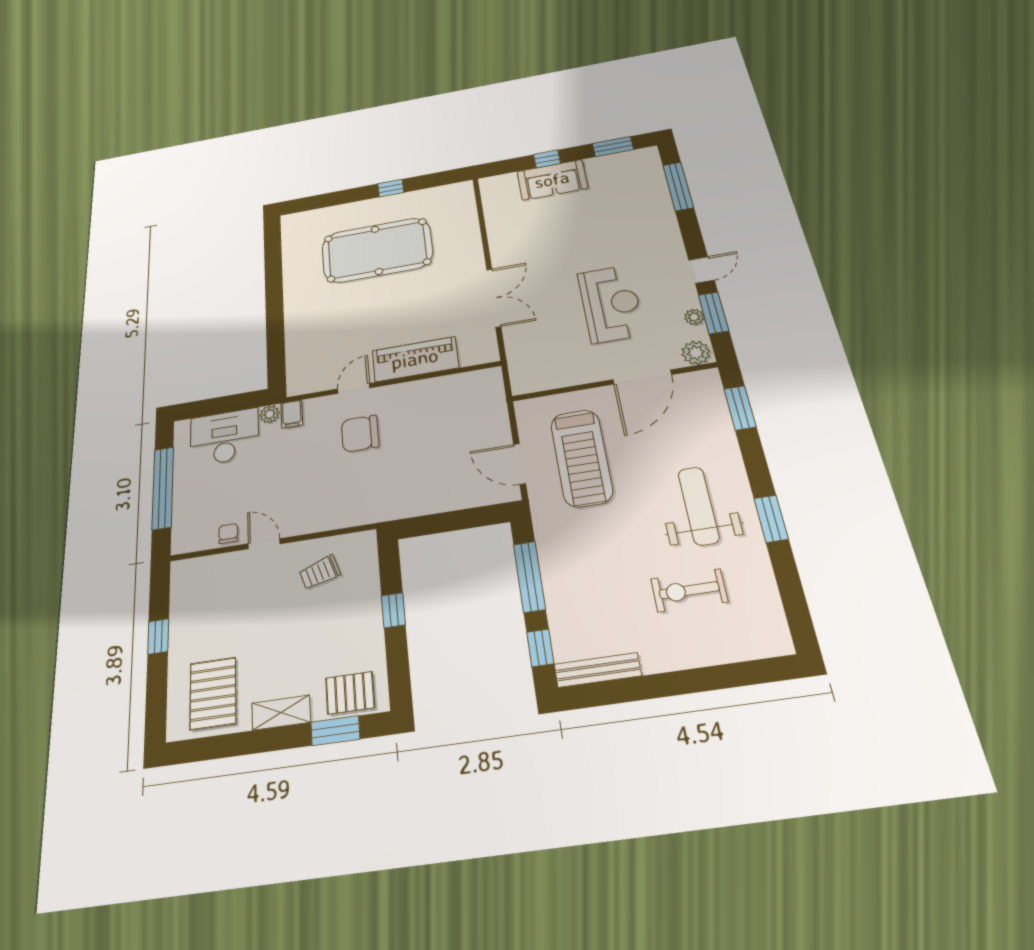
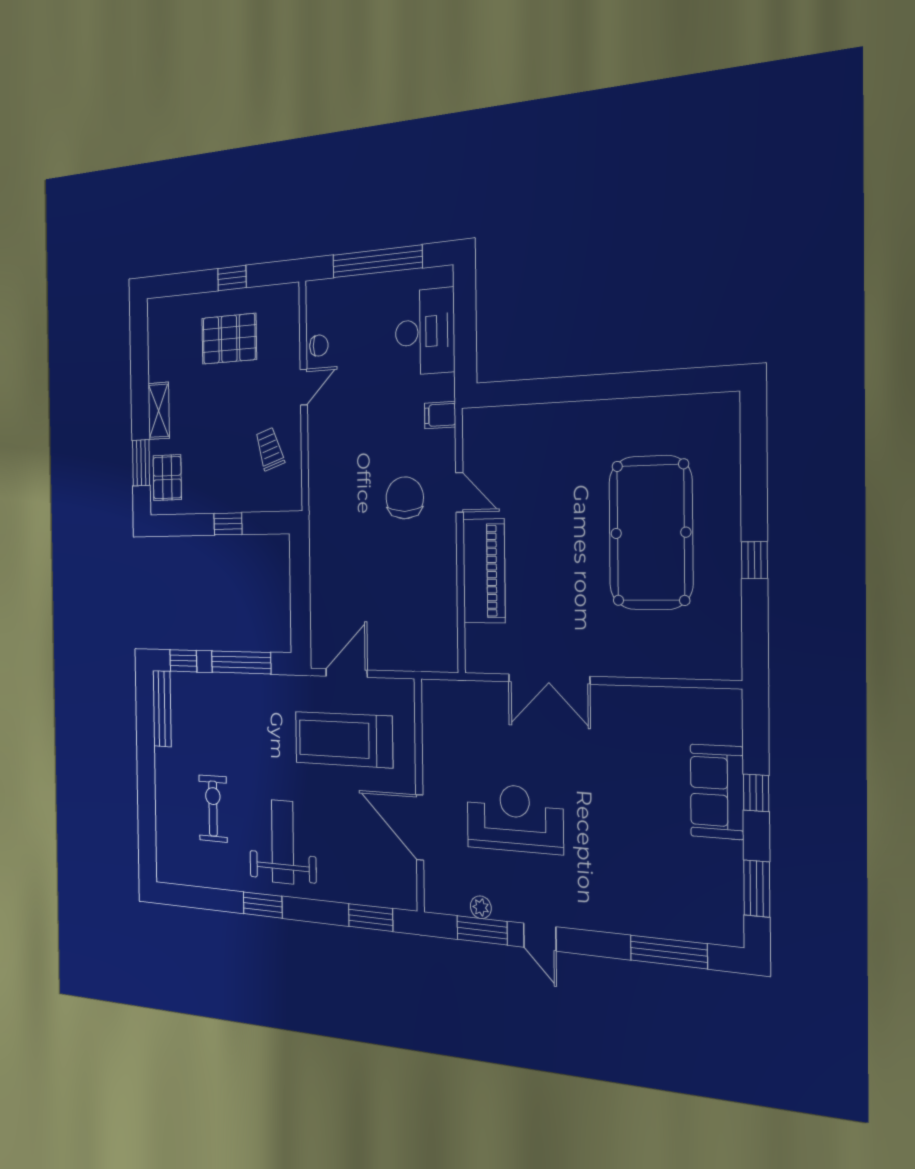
reception desk: (611, 304) -> (515, 818), turned 180
plant: (696, 353) -> (438, 894), removed
plant: (270, 414) -> (444, 387), removed
weight bench: (699, 506) -> (283, 842), turned -90
pallet: (213, 693) -> (229, 339), moved

